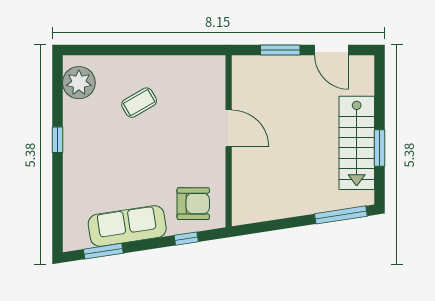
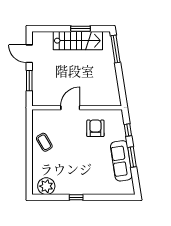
door: (332, 50) -> (29, 54), swing flipped
coffee table: (139, 103) -> (44, 142), moved
armchair: (193, 204) -> (95, 128), moved
window: (103, 251) -> (132, 157), moved

